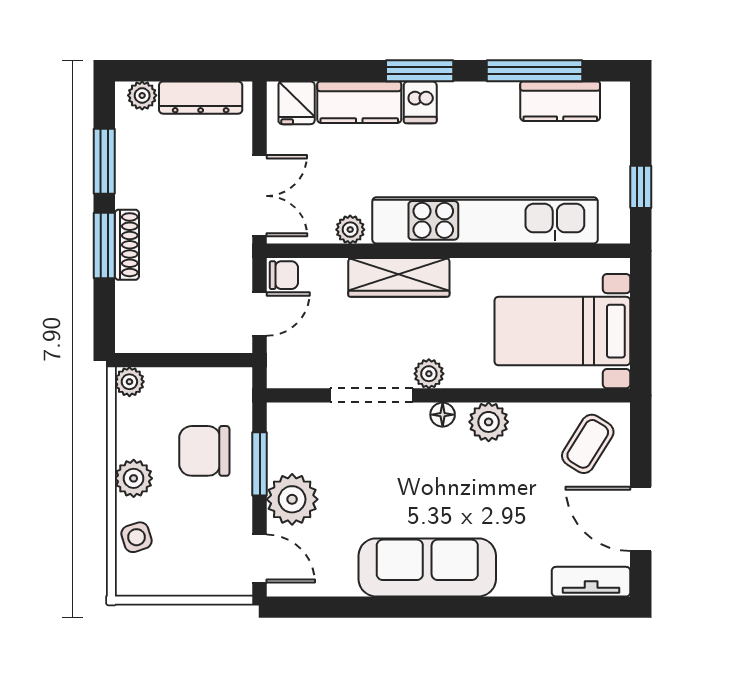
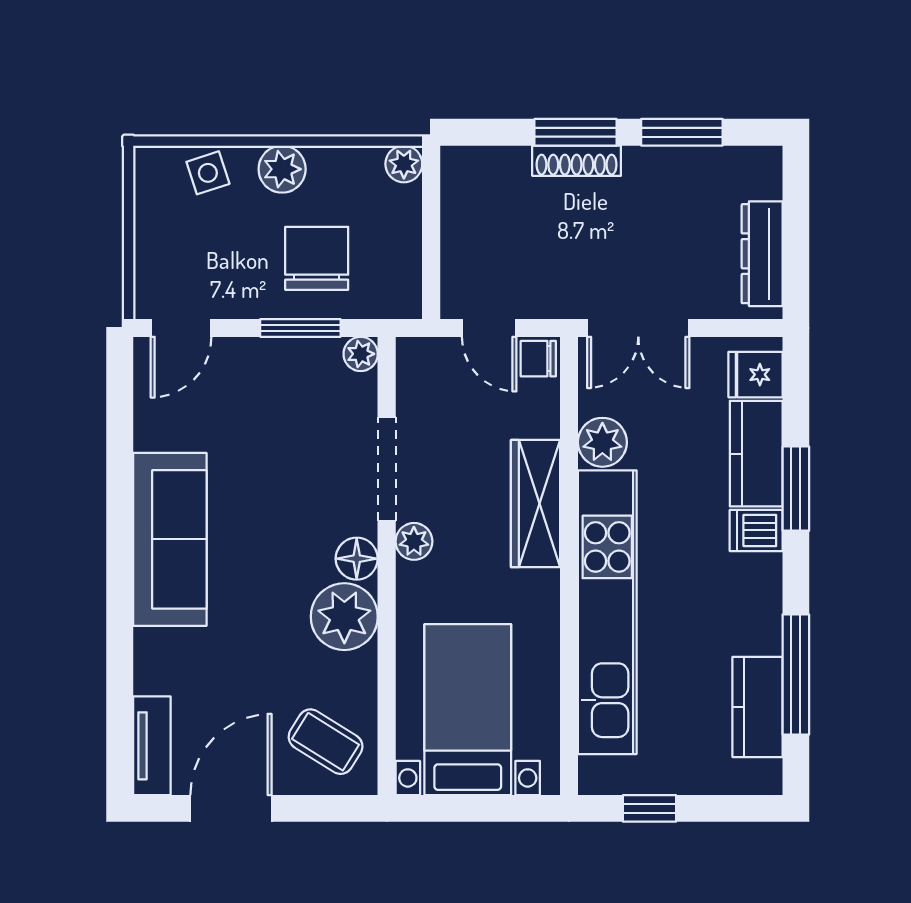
window: (420, 71) -> (796, 489), moved
plant: (142, 95) -> (765, 180), removed
plant: (350, 230) -> (602, 442), width x1.38, depth x1.38
chair: (284, 275) -> (538, 359), turned 90
floor lamp: (443, 415) -> (357, 559), width x1.37, depth x1.37
plant: (489, 422) -> (344, 617), width x1.36, depth x1.36
plant: (292, 499) -> (361, 354), moved, width x0.53, depth x0.53

